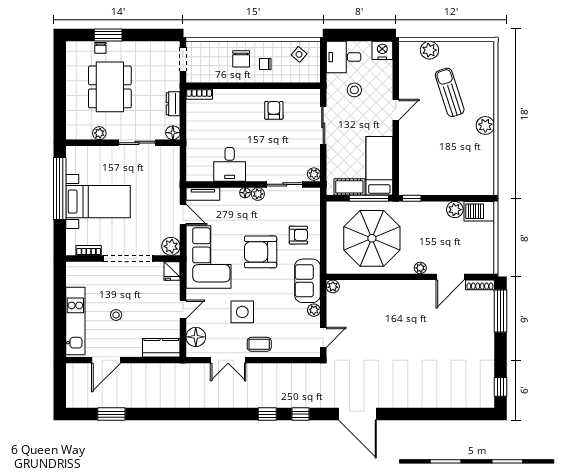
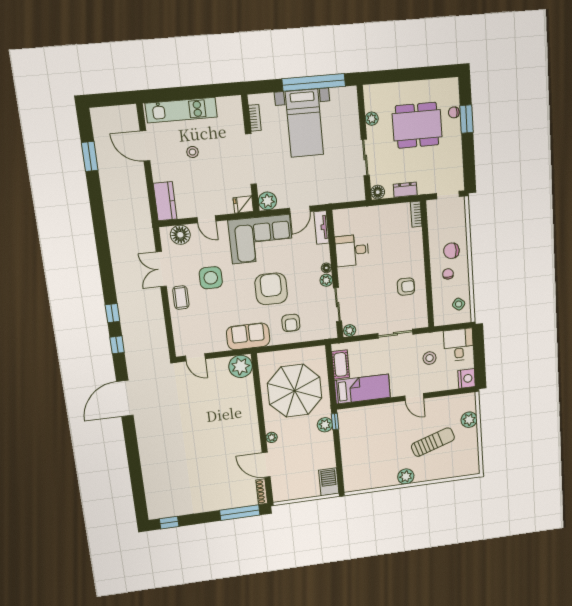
window: (369, 198) -> (332, 383), removed
plant: (455, 210) -> (325, 425), moved
plant: (333, 286) -> (241, 366), width x1.88, depth x1.88
plant: (314, 310) -> (221, 346), removed

